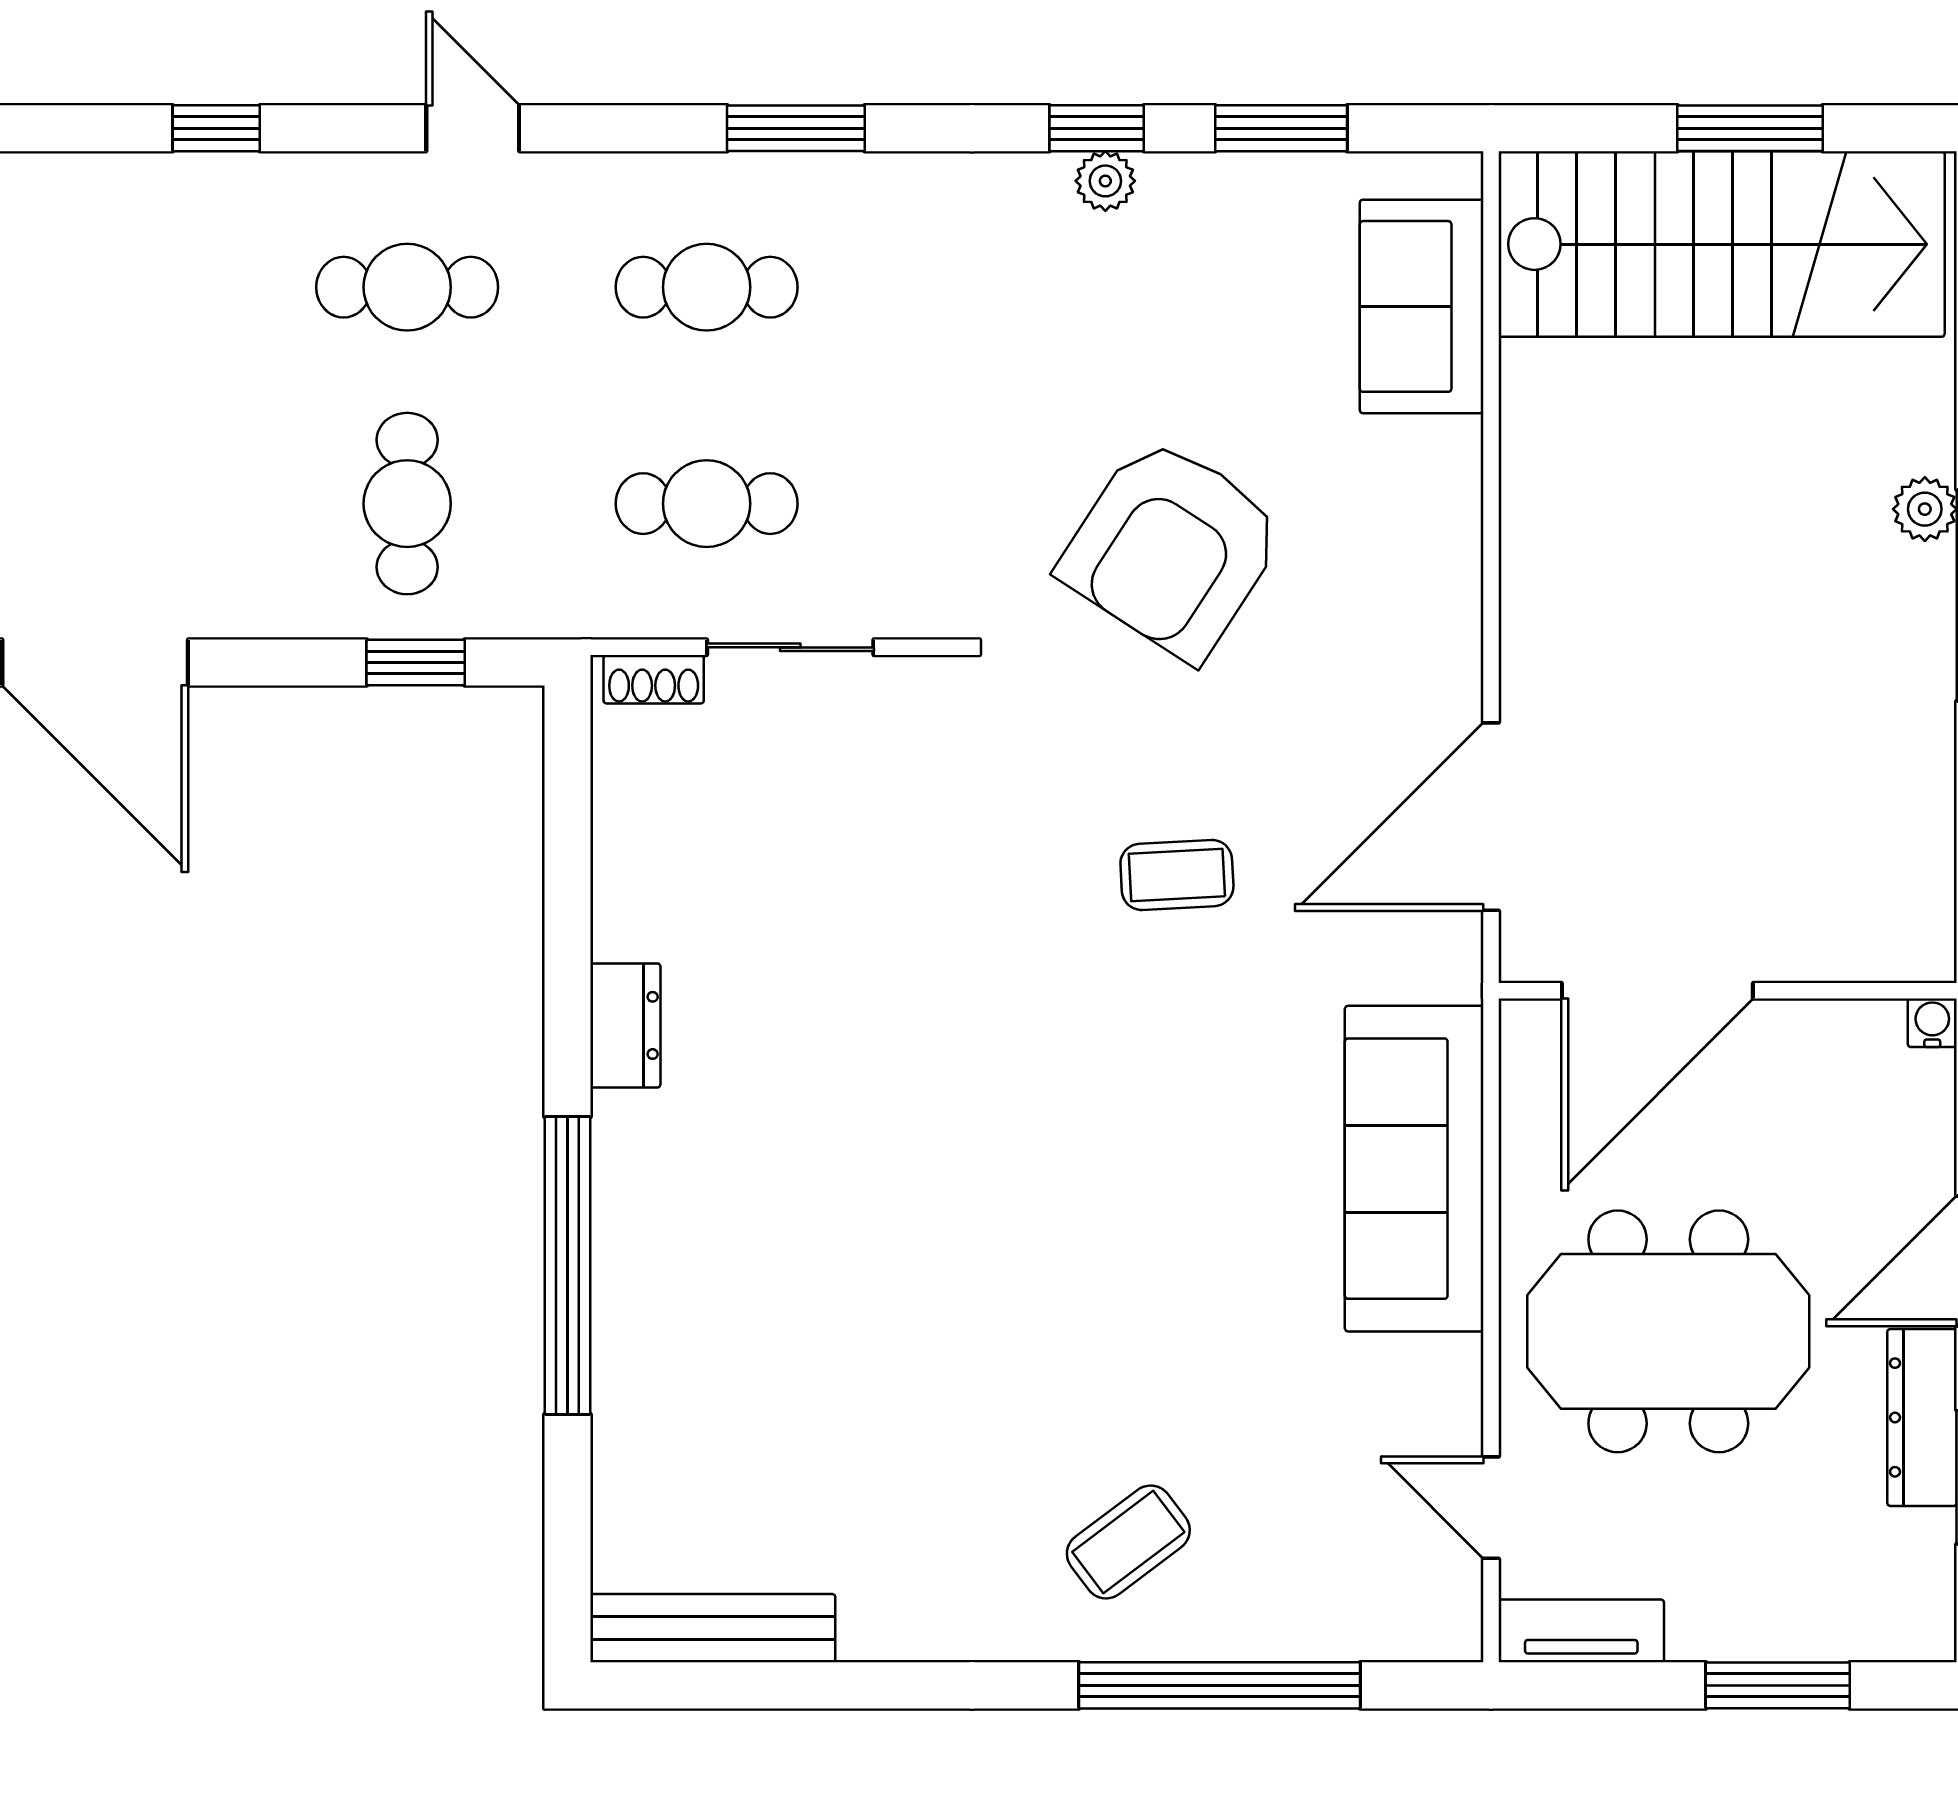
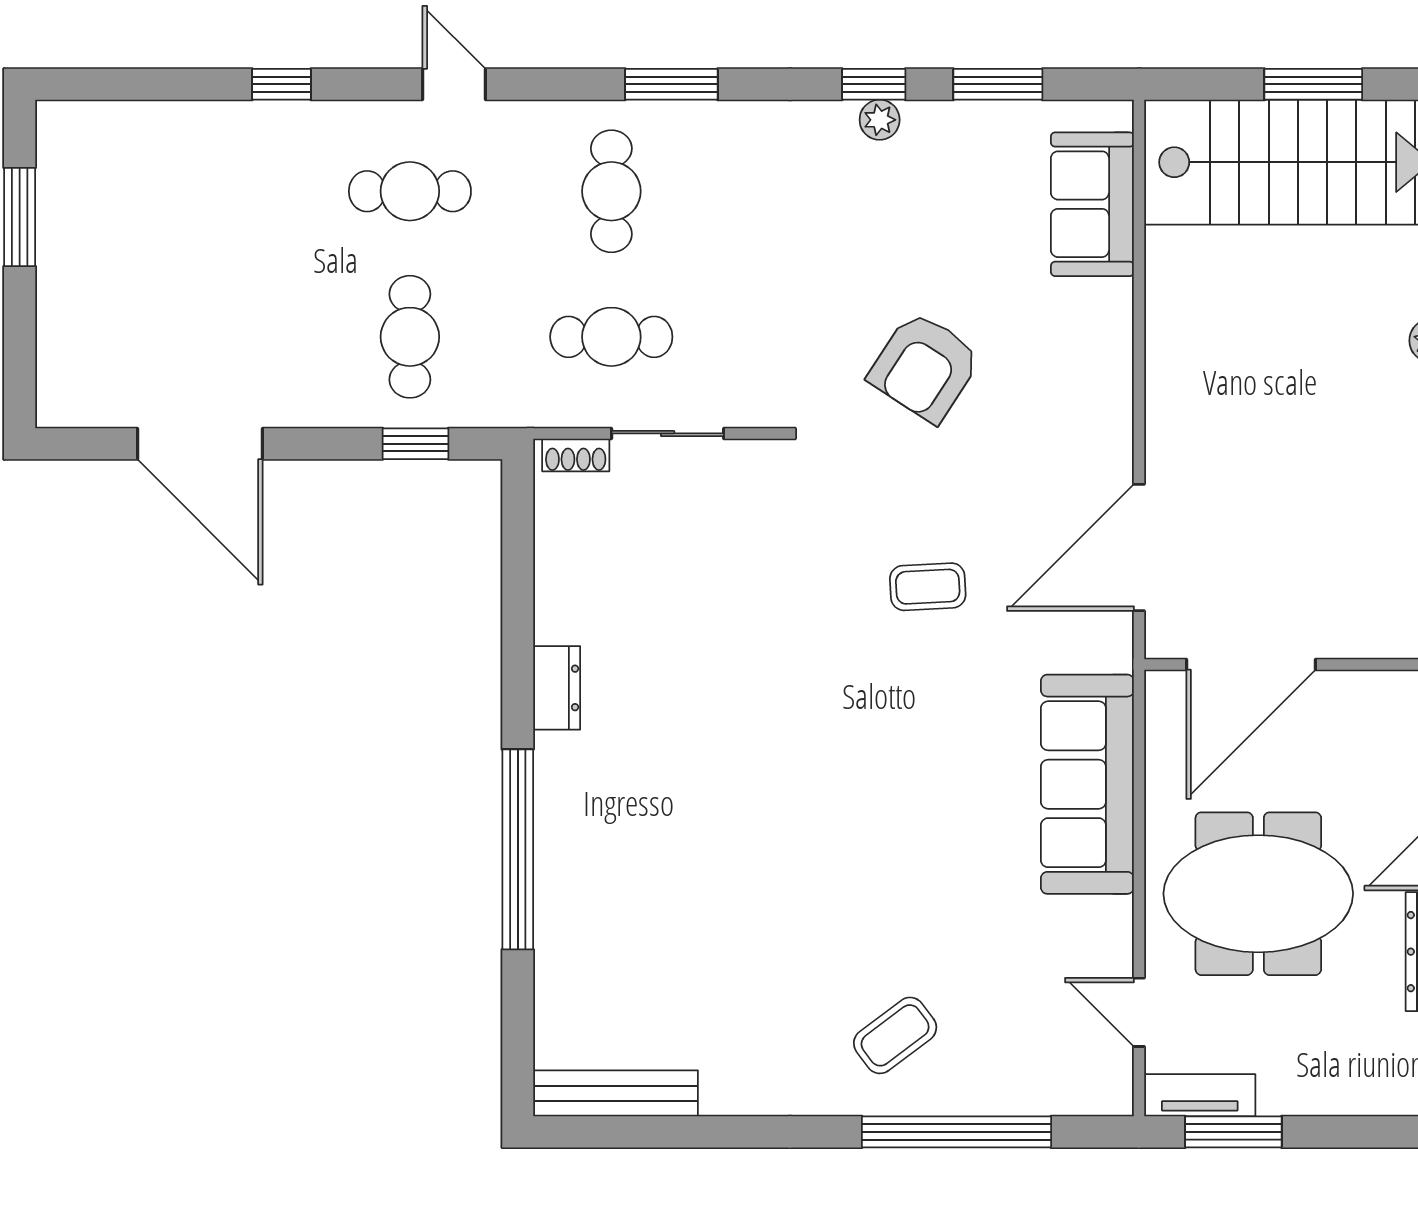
cafe table: (707, 287) -> (611, 191), turned 90
armchair: (1172, 548) -> (925, 367), width x0.73, depth x0.73
window: (1778, 1685) -> (1233, 1132), moved

